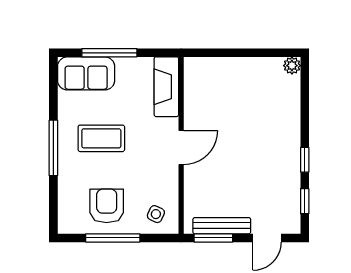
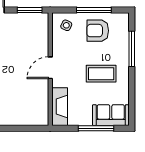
window: (53, 148) -> (132, 49), moved
armchair: (107, 206) -> (98, 31), turned 90
bench: (222, 226) -> (24, 18), removed

